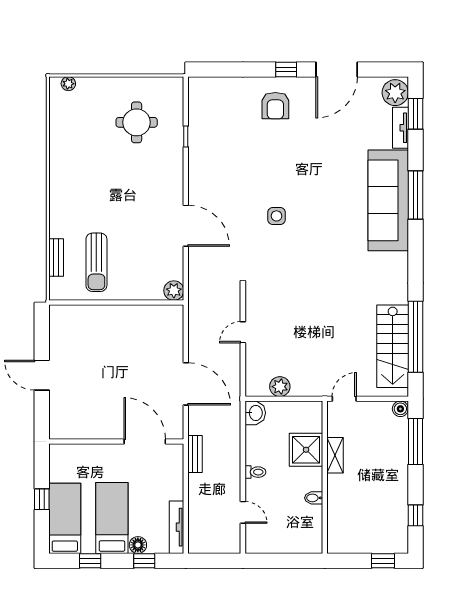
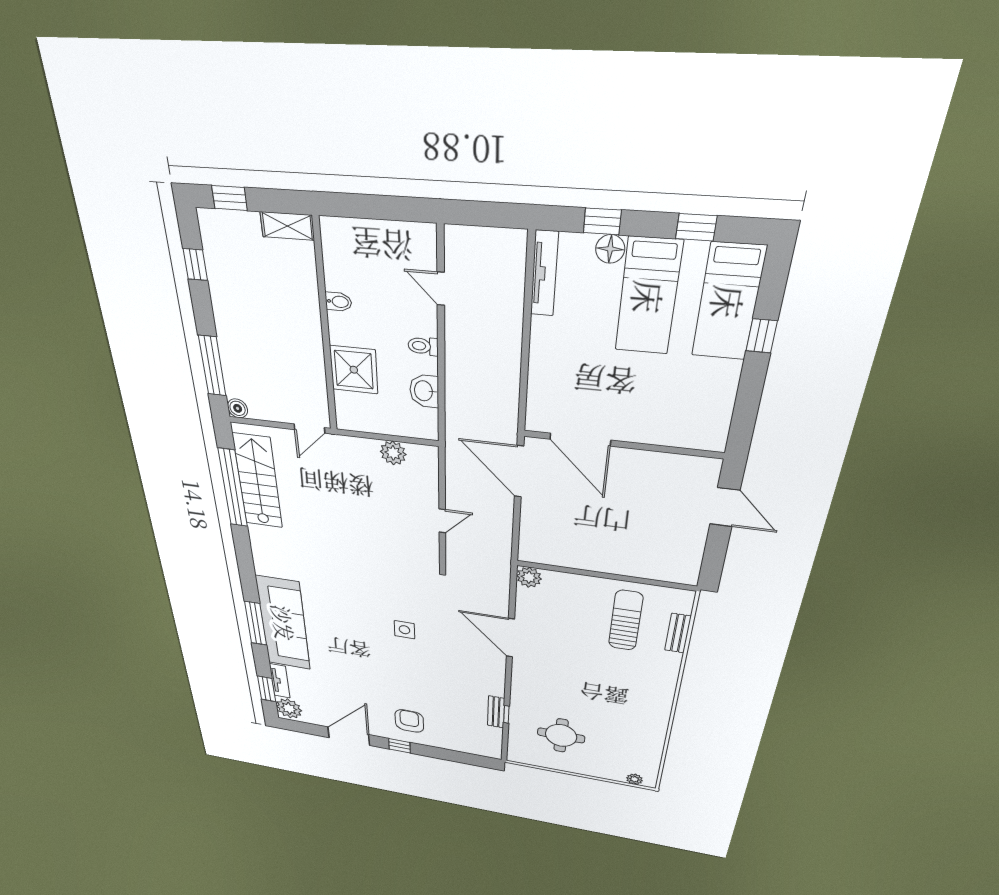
washbasin: (255, 413) -> (424, 391), moved
wall: (116, 442) -> (622, 444), moved
door: (145, 442) -> (580, 440), moved
bench: (195, 454) -> (496, 712), moved
shelving: (335, 455) -> (287, 226), moved, turned 90

